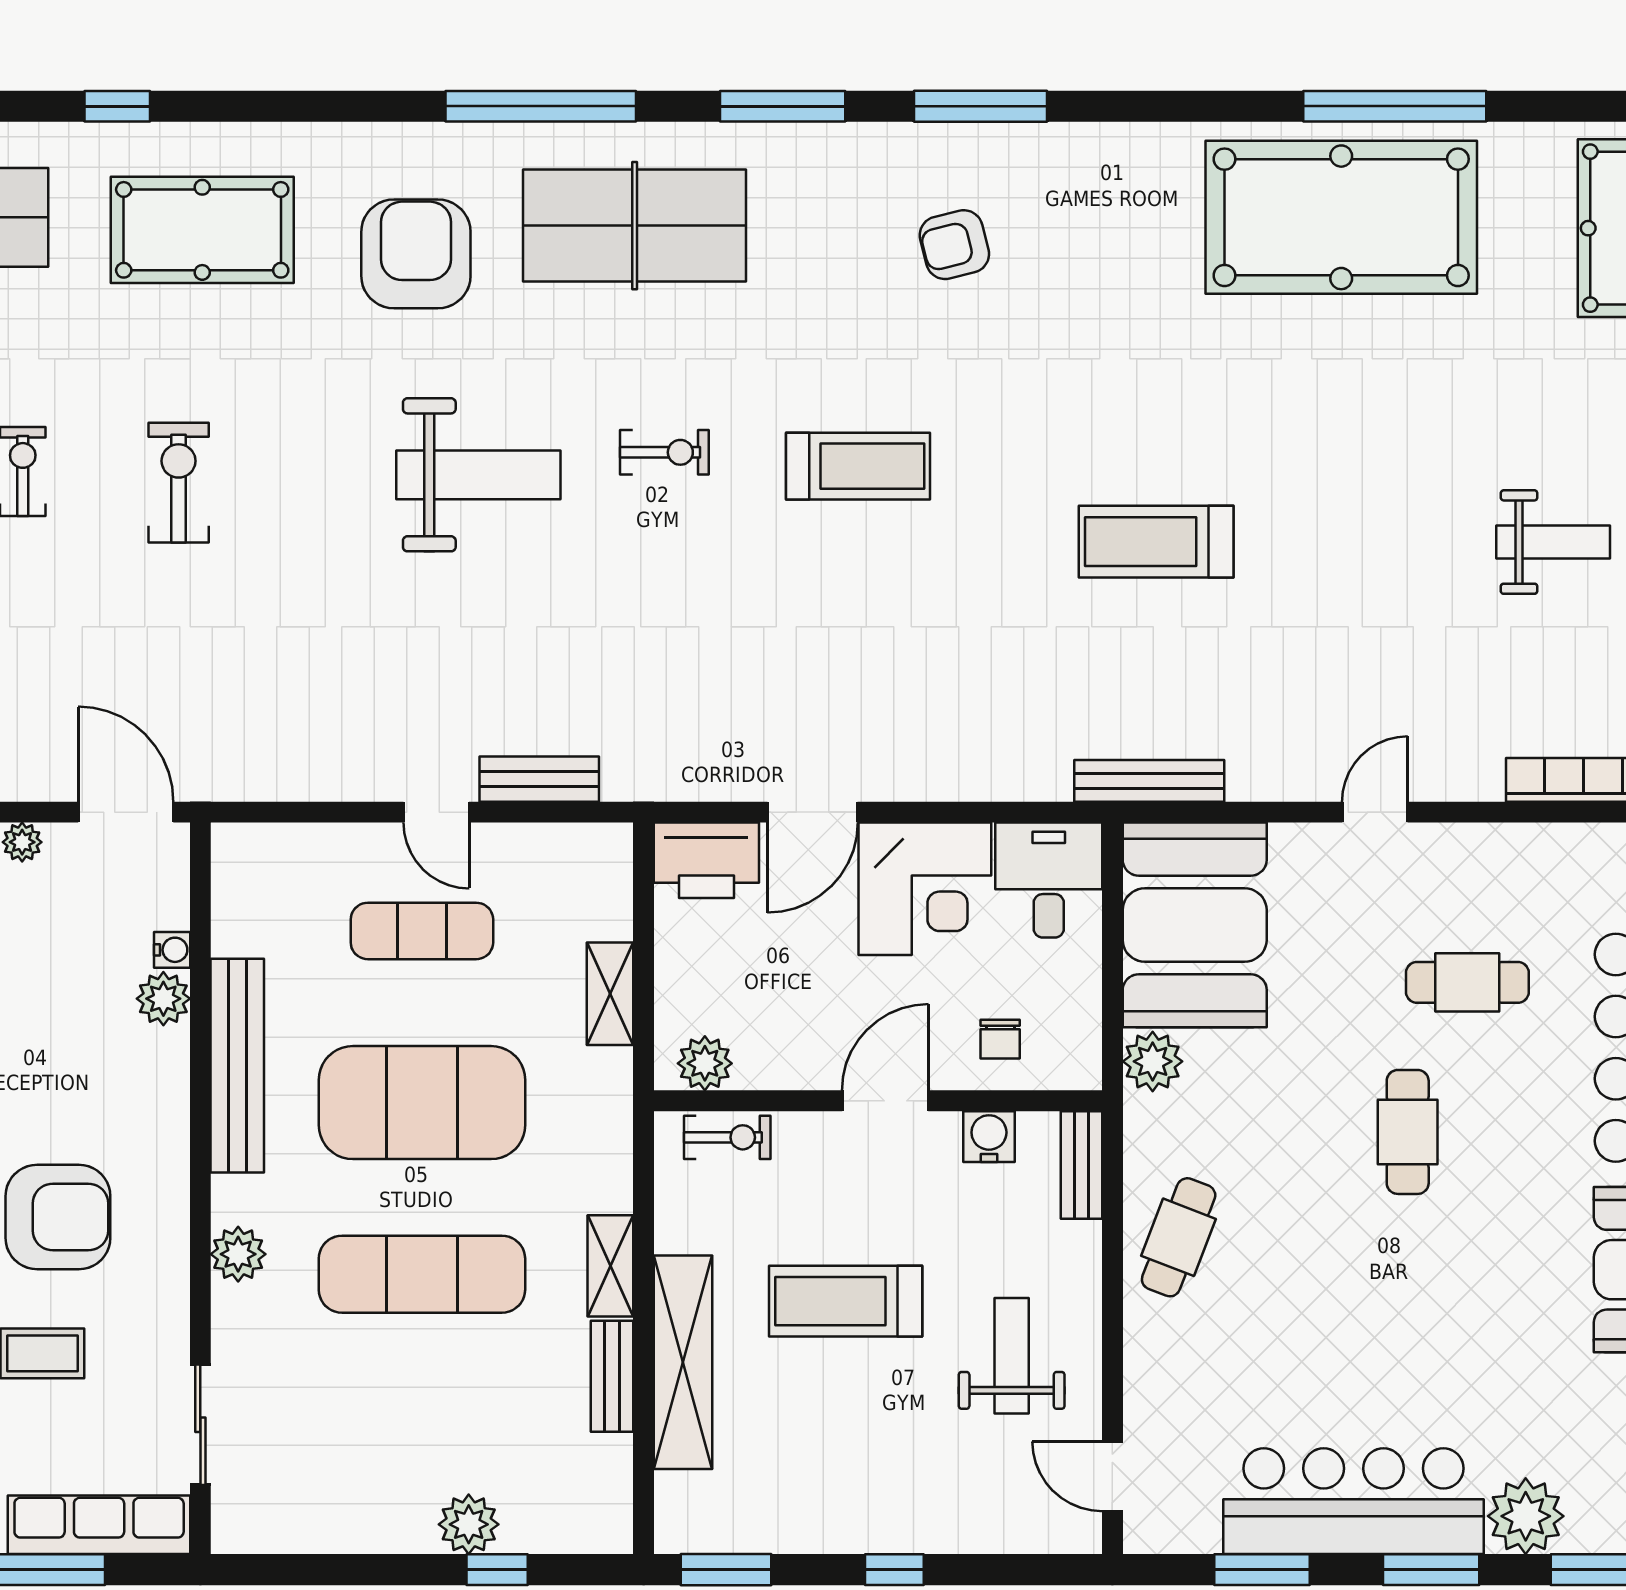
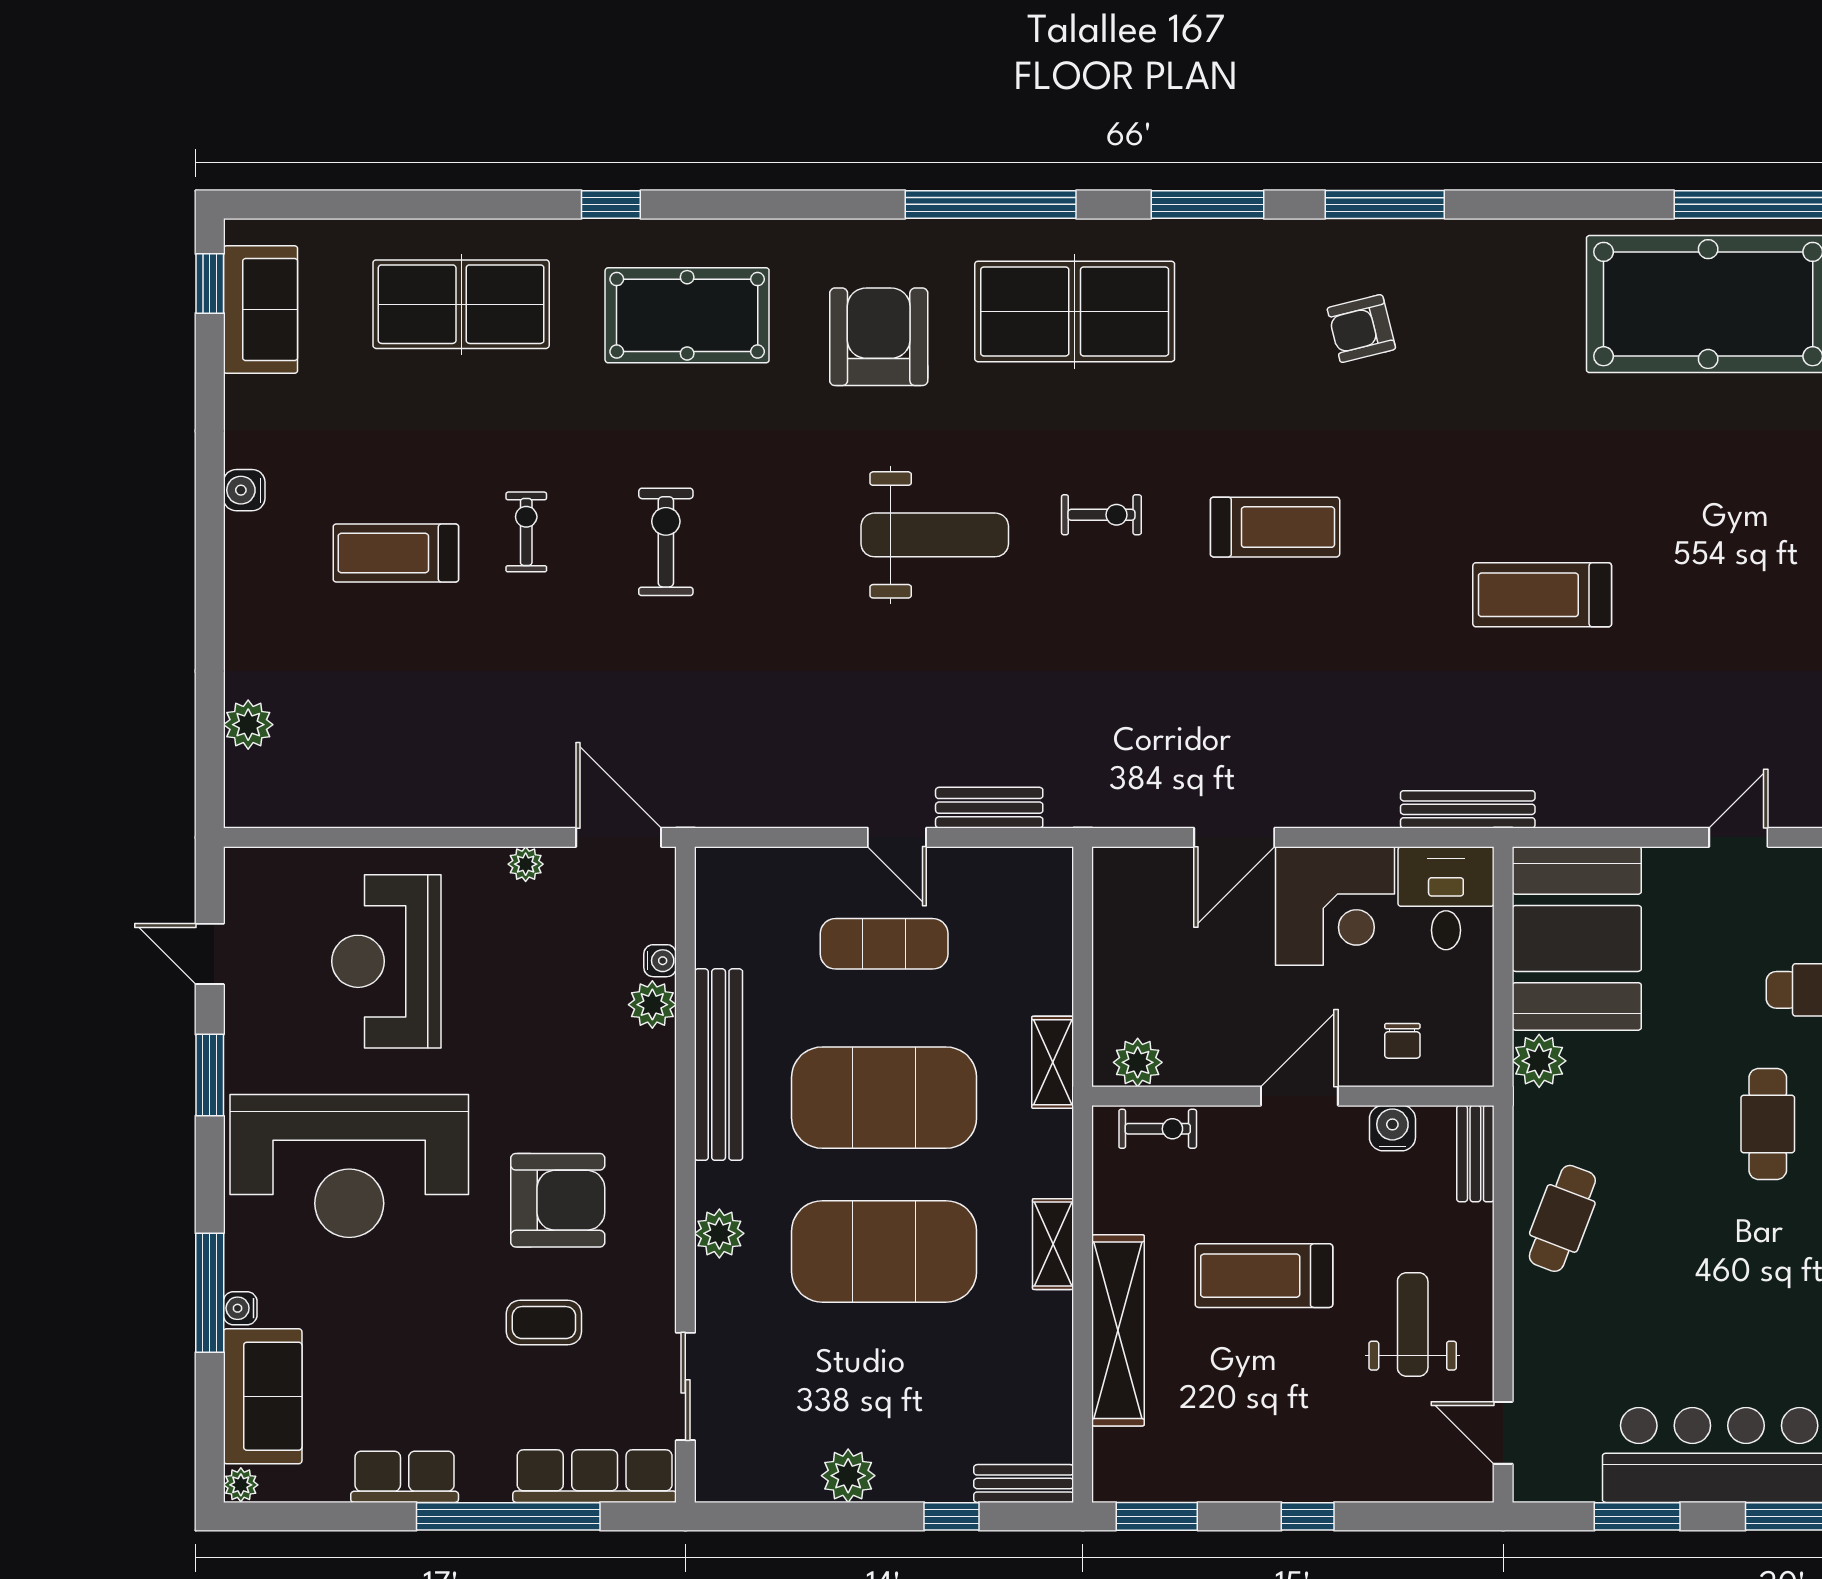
bench: (1149, 781) -> (1468, 809), moved
printer: (706, 860) -> (1139, 880), removed
shelving: (610, 994) -> (1053, 1062), moved
exercise mat: (422, 1274) -> (884, 1251), width x1.47
bench: (612, 1376) -> (1024, 1484), moved, turned 90
plant: (469, 1524) -> (848, 1476), moved

